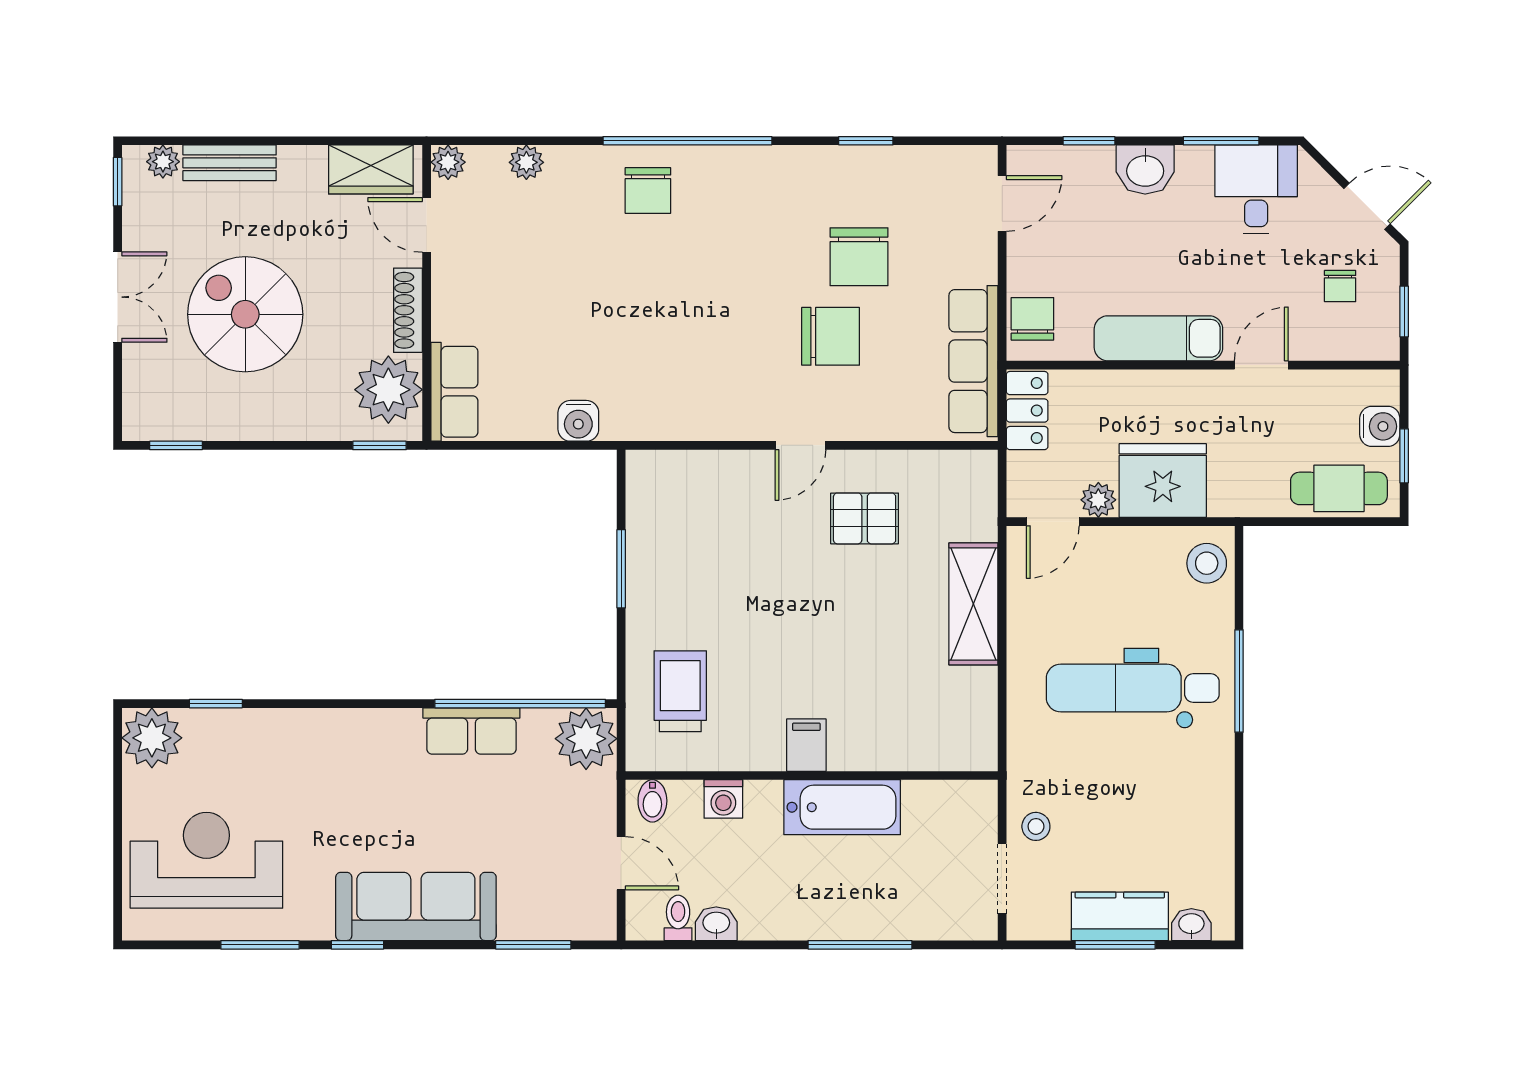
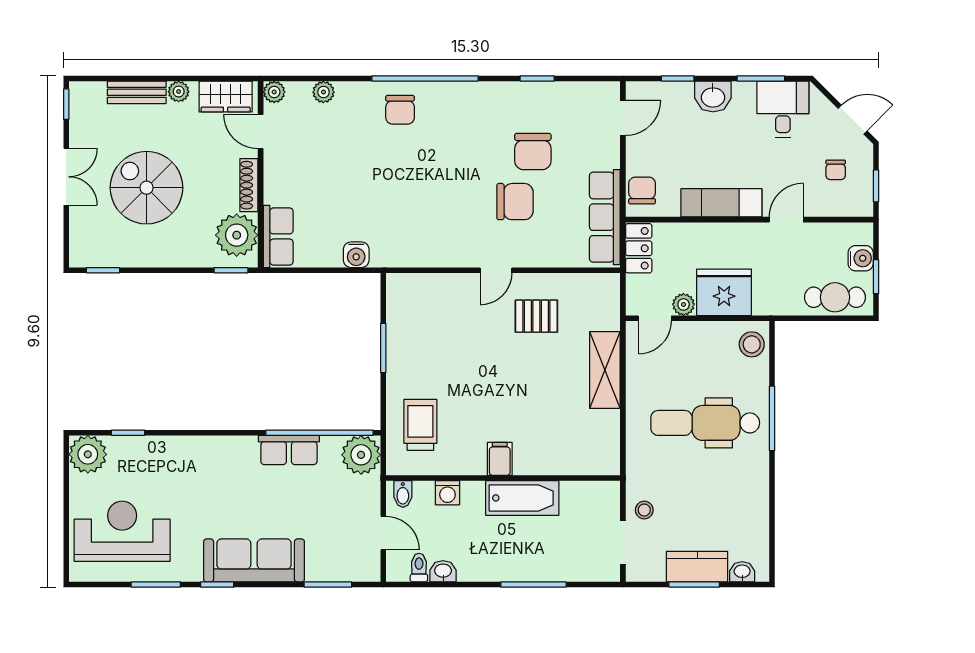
plant: (163, 162) -> (179, 92), moved

